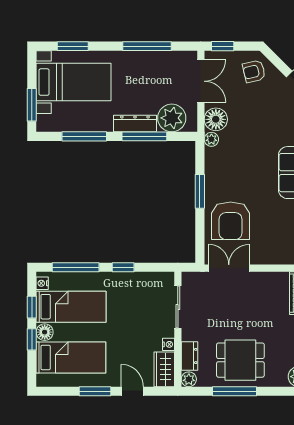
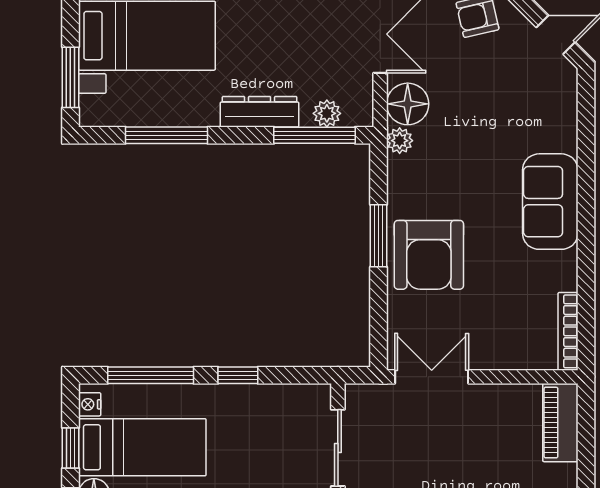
plant: (172, 118) -> (327, 113), width x0.53, depth x0.53
window: (144, 136) -> (315, 135), moved
armchair: (231, 221) -> (429, 255), moved

